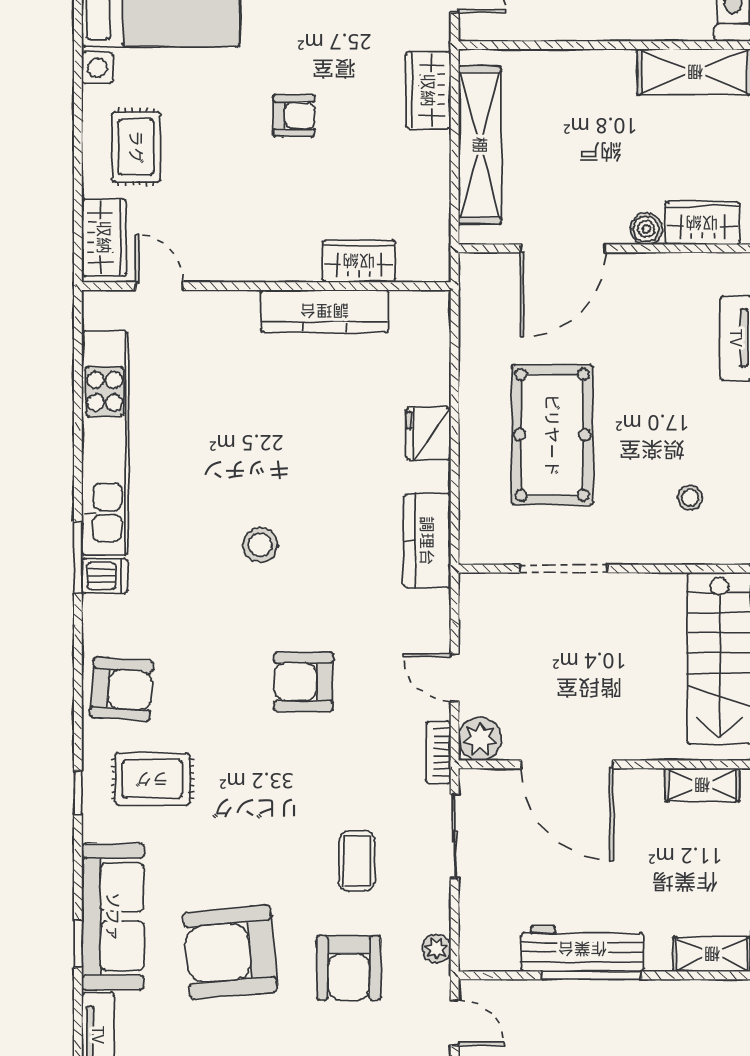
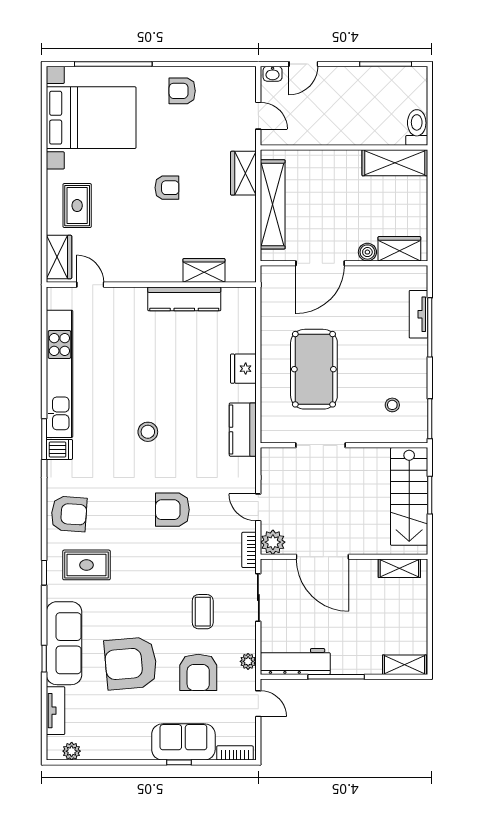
workbench: (582, 949) -> (295, 661), moved

